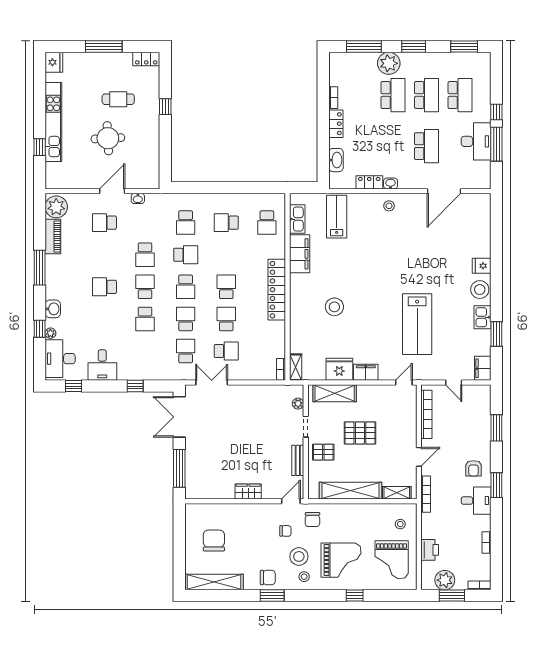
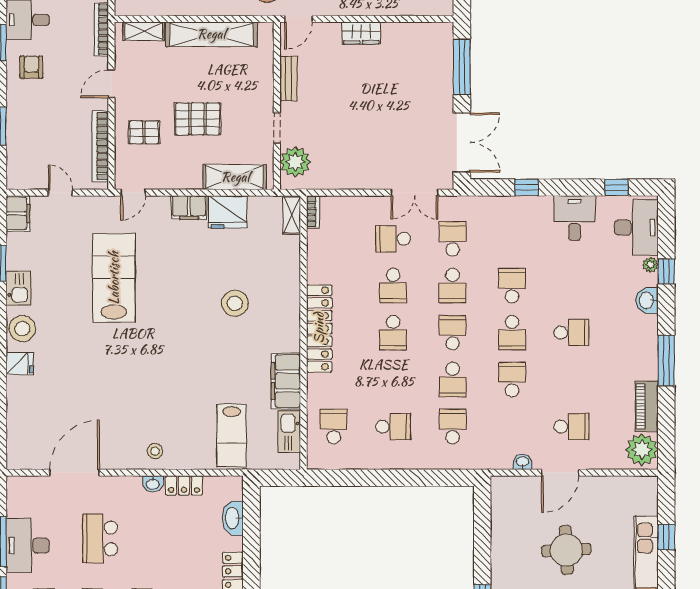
school desk: (186, 255) -> (453, 380), turned -90
school desk: (186, 351) -> (453, 239), turned 180
plant: (298, 404) -> (295, 162), width x1.87, depth x1.87
pallet: (323, 452) -> (144, 132), moved

